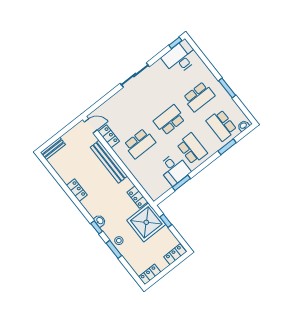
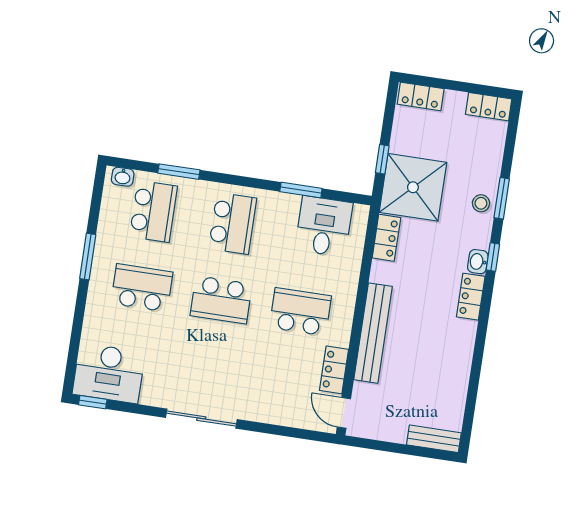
school desk: (192, 149) -> (233, 223), turned 180
desk: (174, 169) -> (324, 226), moved
locker: (77, 190) -> (471, 297), moved

